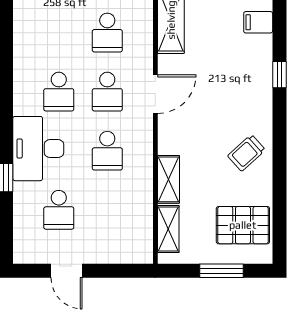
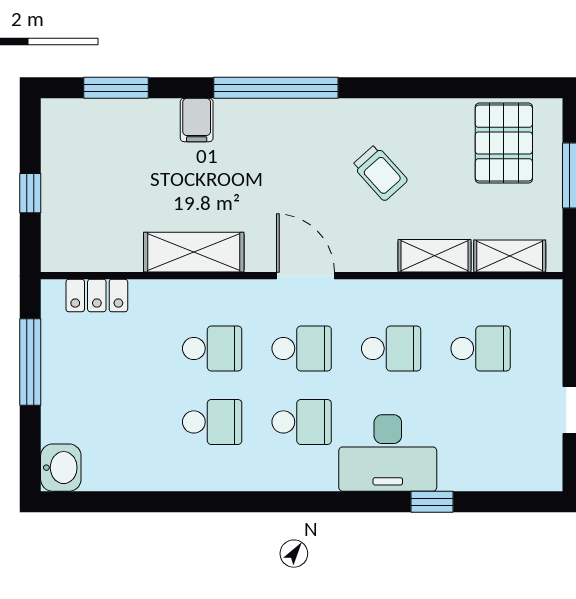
school desk: (59, 33) -> (212, 422), added
window: (279, 75) -> (276, 88), width x3.17
trolley: (246, 153) -> (380, 173), moved
school desk: (59, 210) -> (481, 348), moved

